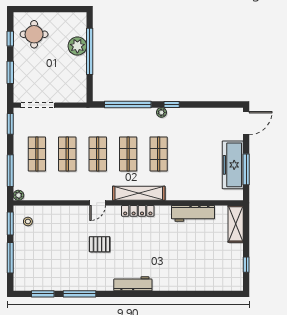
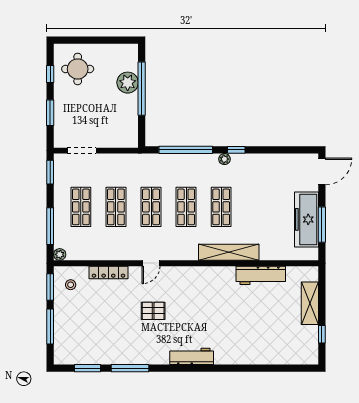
doorway: (38, 105) -> (82, 151), width x0.73
shelving: (139, 193) -> (229, 252), moved
locker: (138, 211) -> (108, 272), moved
shelving: (236, 224) -> (310, 303), moved

